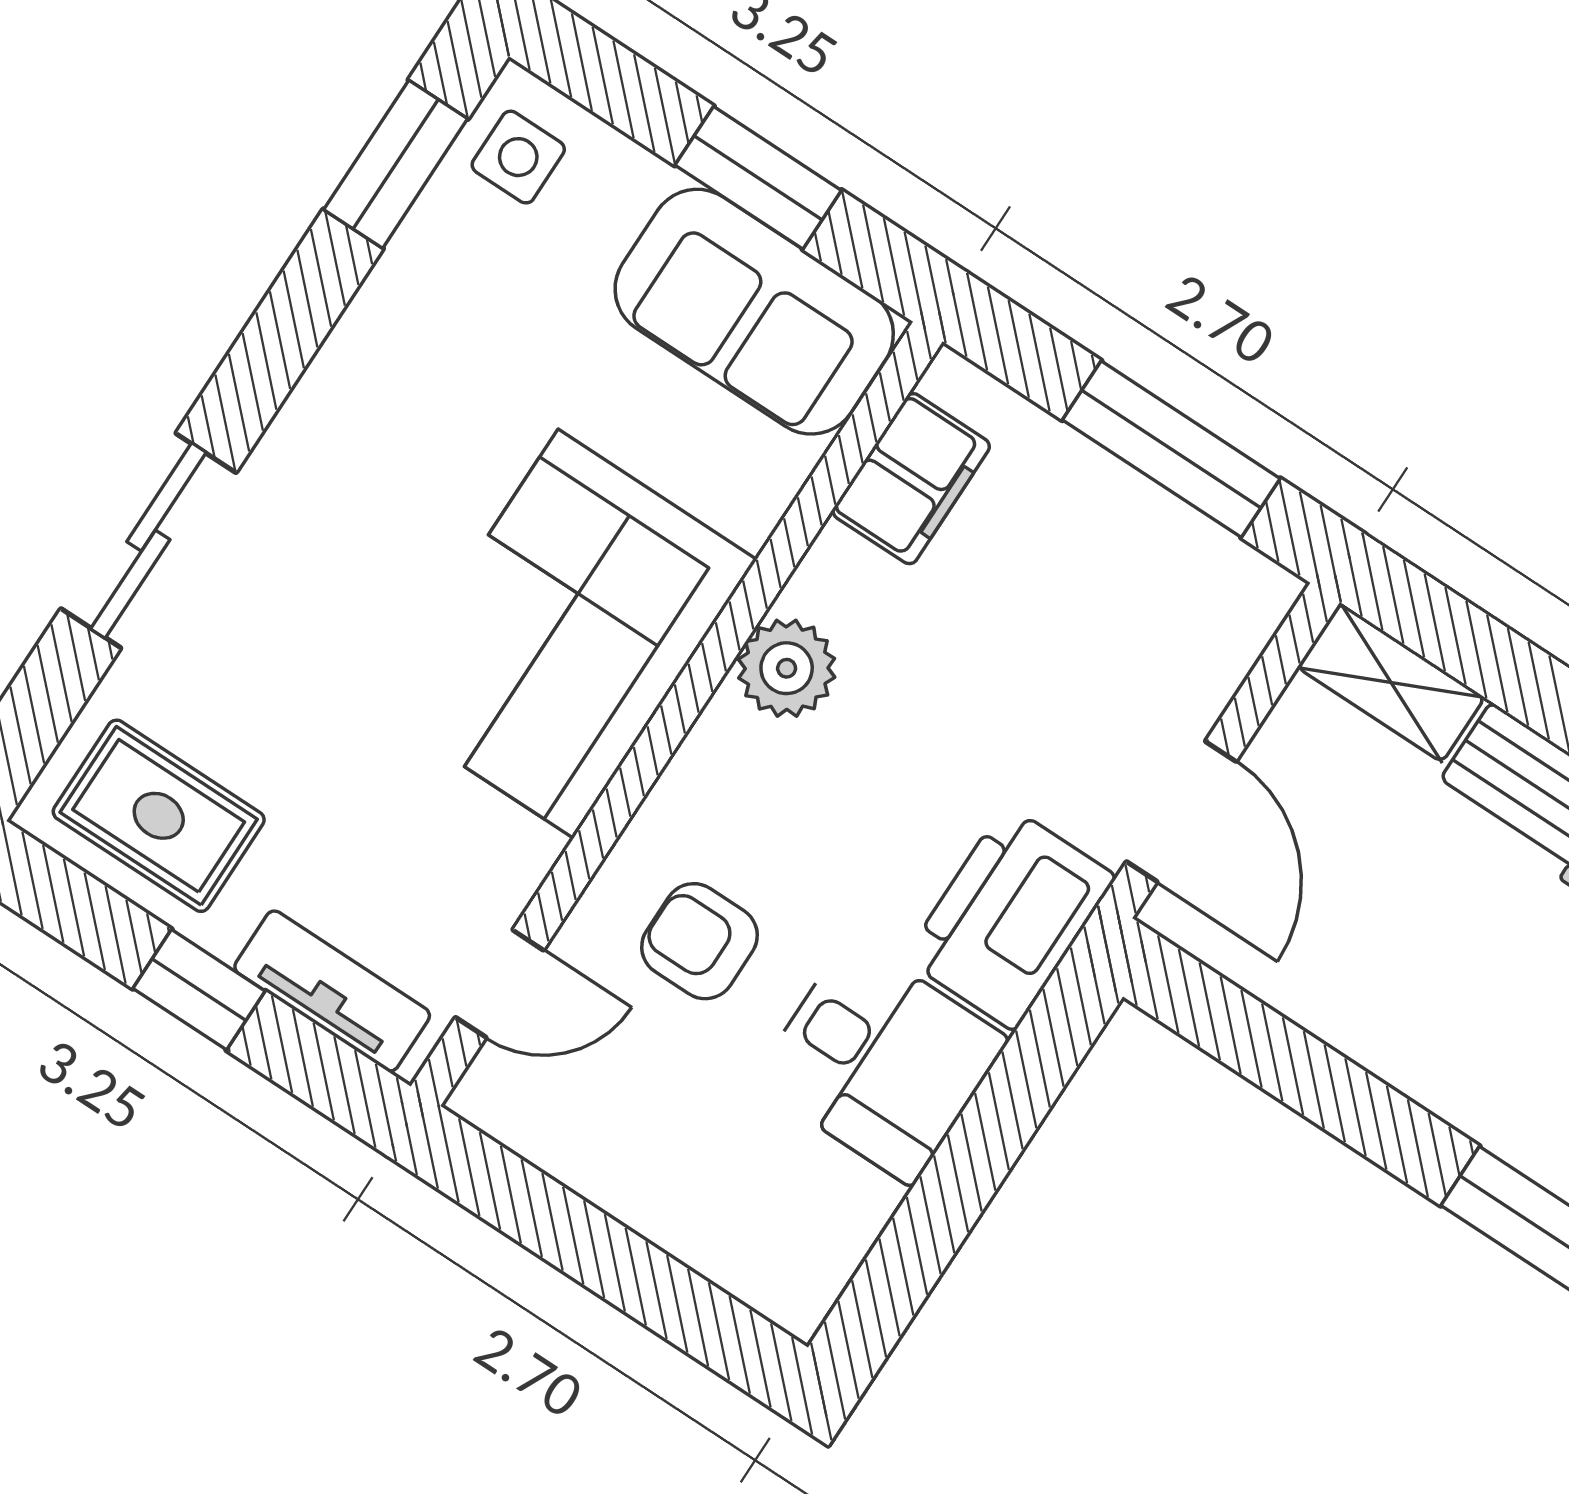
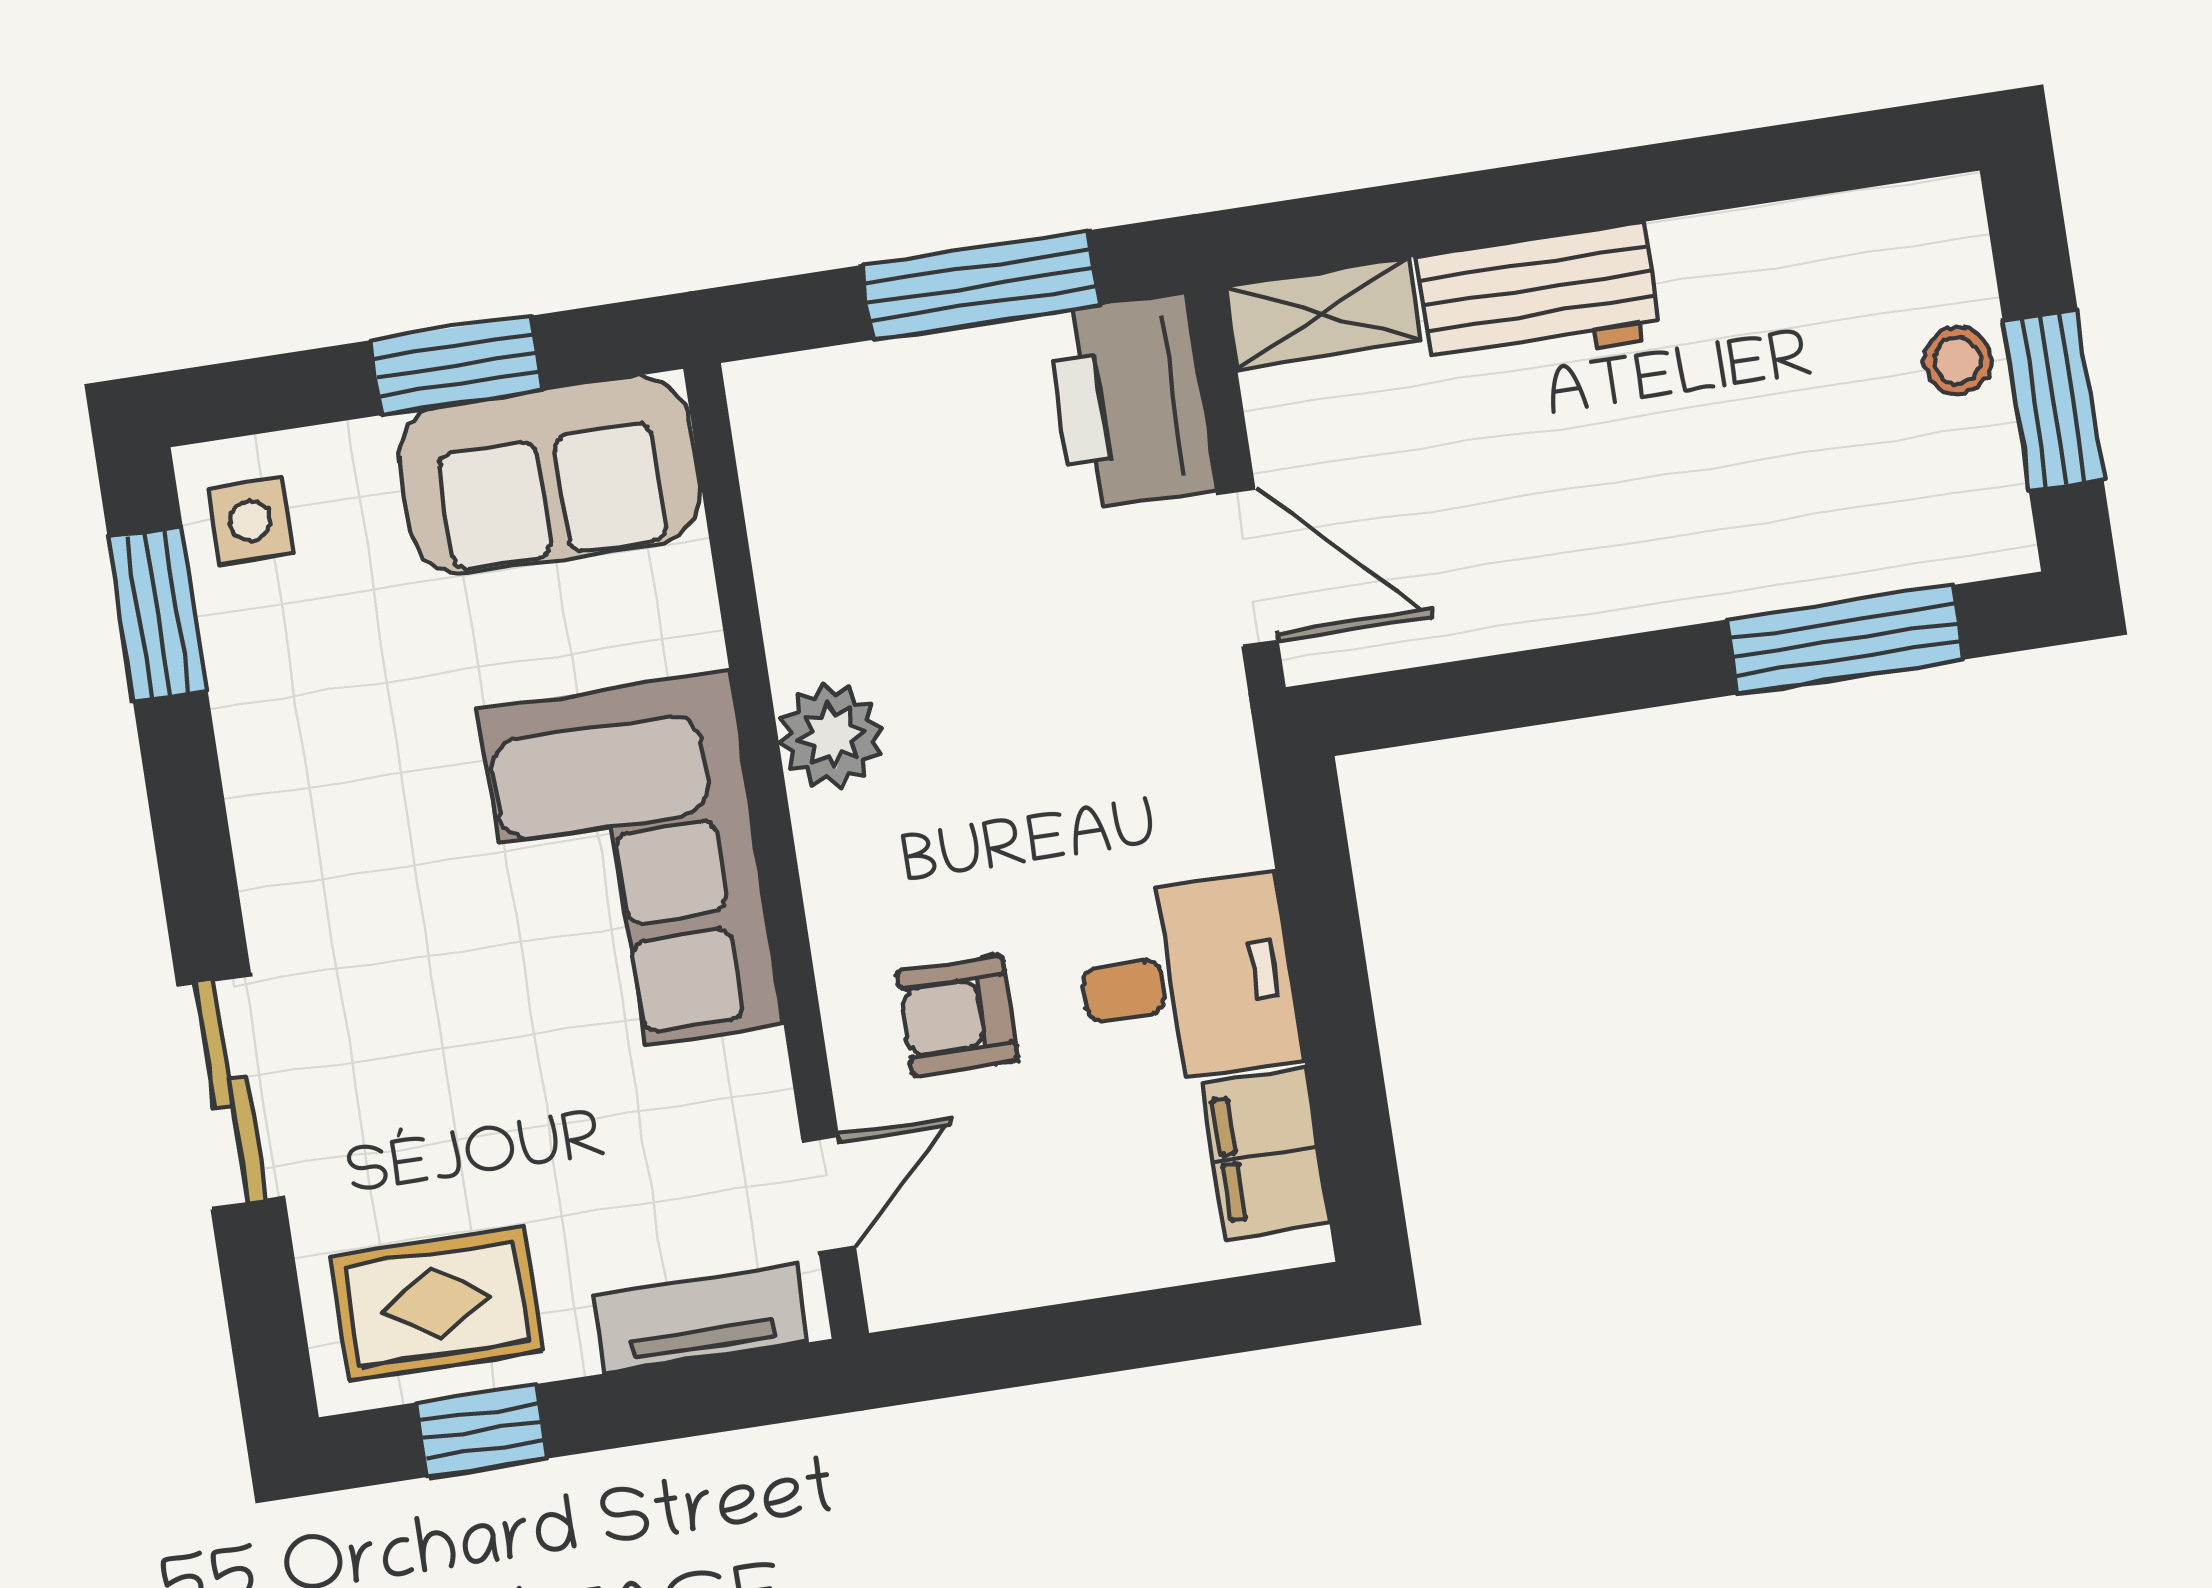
filing cabinet: (911, 479) -> (1266, 1154), moved, turned 180
printer: (1010, 918) -> (1131, 402), moved
window: (199, 990) -> (482, 1431), moved

